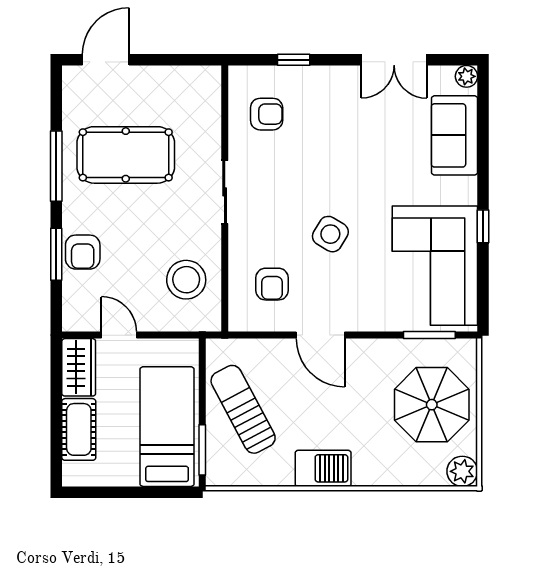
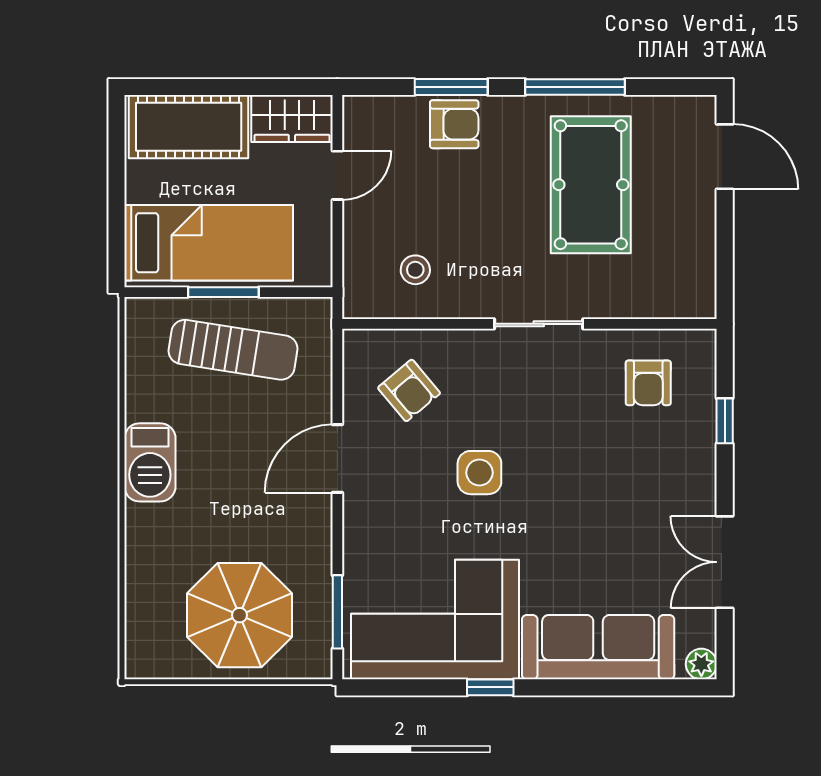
sofa: (455, 135) -> (598, 647), width x1.36
side table: (330, 234) -> (479, 473), turned -31
armchair: (83, 252) -> (454, 124), turned 180
stool: (186, 280) -> (415, 270), width x0.53, depth x0.53
armchair: (272, 284) -> (409, 390), turned -130
sun lounger: (243, 409) -> (233, 350), turned 37
cot: (79, 429) -> (189, 127), width x1.37, depth x1.34
window: (202, 450) -> (223, 292), moved
plant: (462, 471) -> (146, 658), removed

